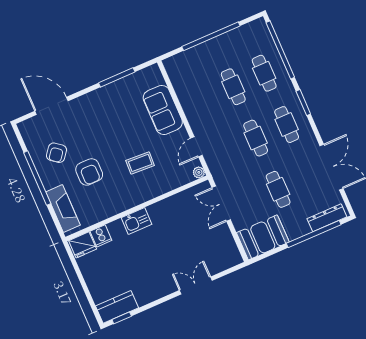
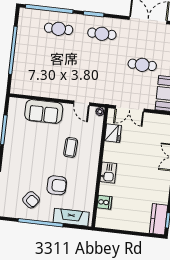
cafe table: (233, 87) -> (56, 55), removed
cafe table: (256, 138) -> (99, 60), removed
fridge: (83, 245) -> (113, 133), moved

